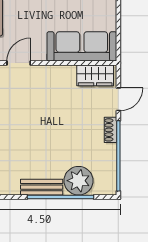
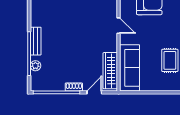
wardrobe: (95, 75) -> (110, 71), width x1.50
door: (118, 99) -> (94, 92), swing flipped
plant: (79, 181) -> (35, 66), width x0.53, depth x0.53

